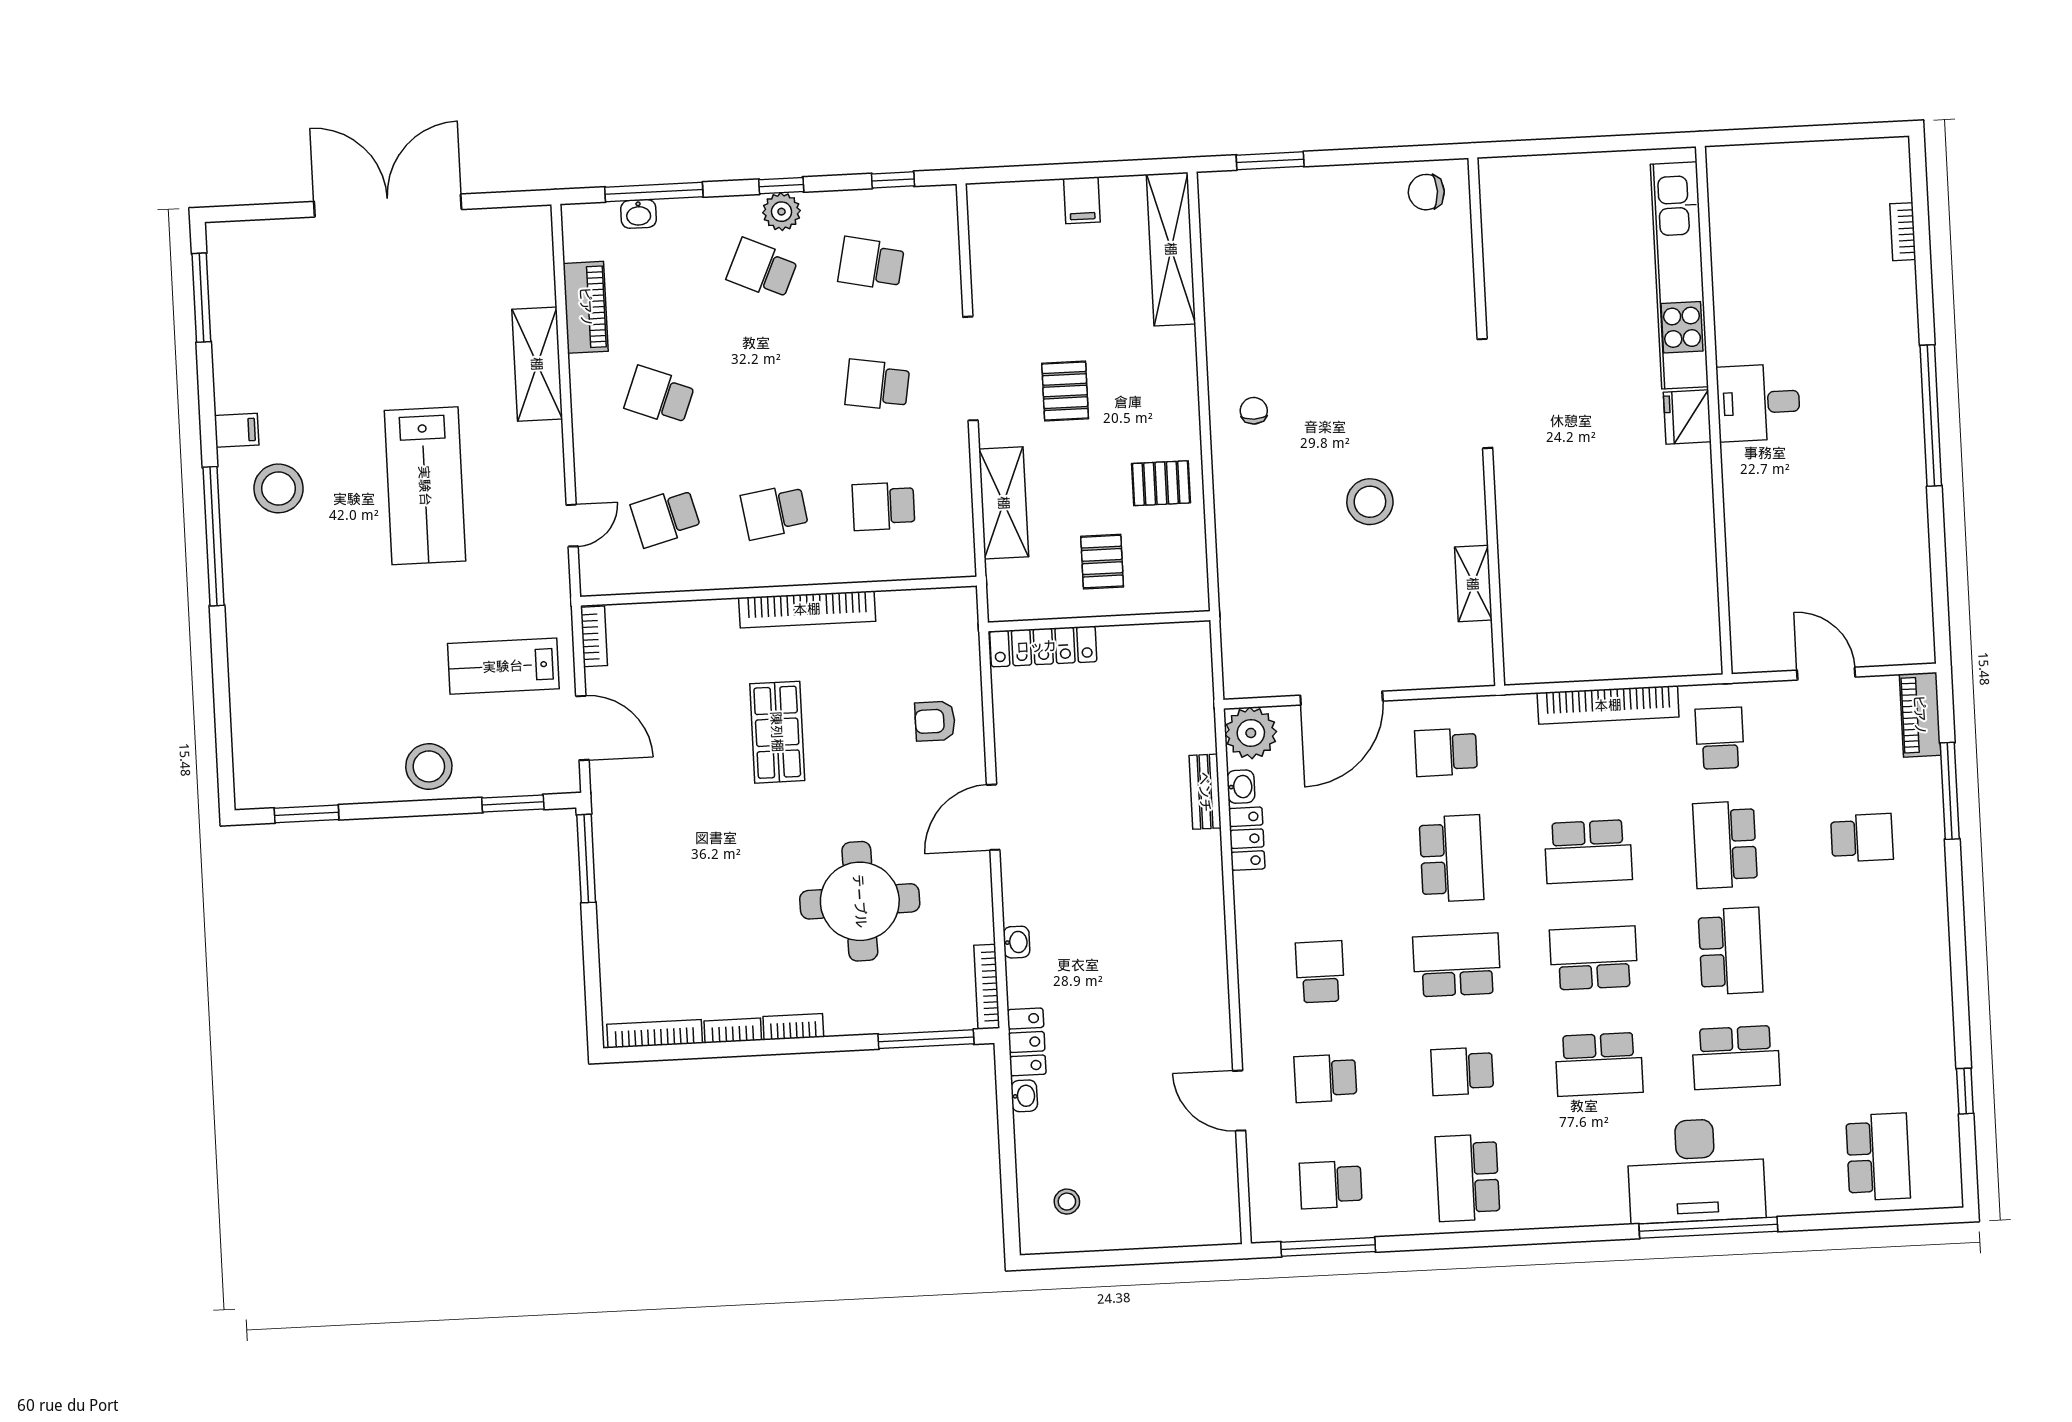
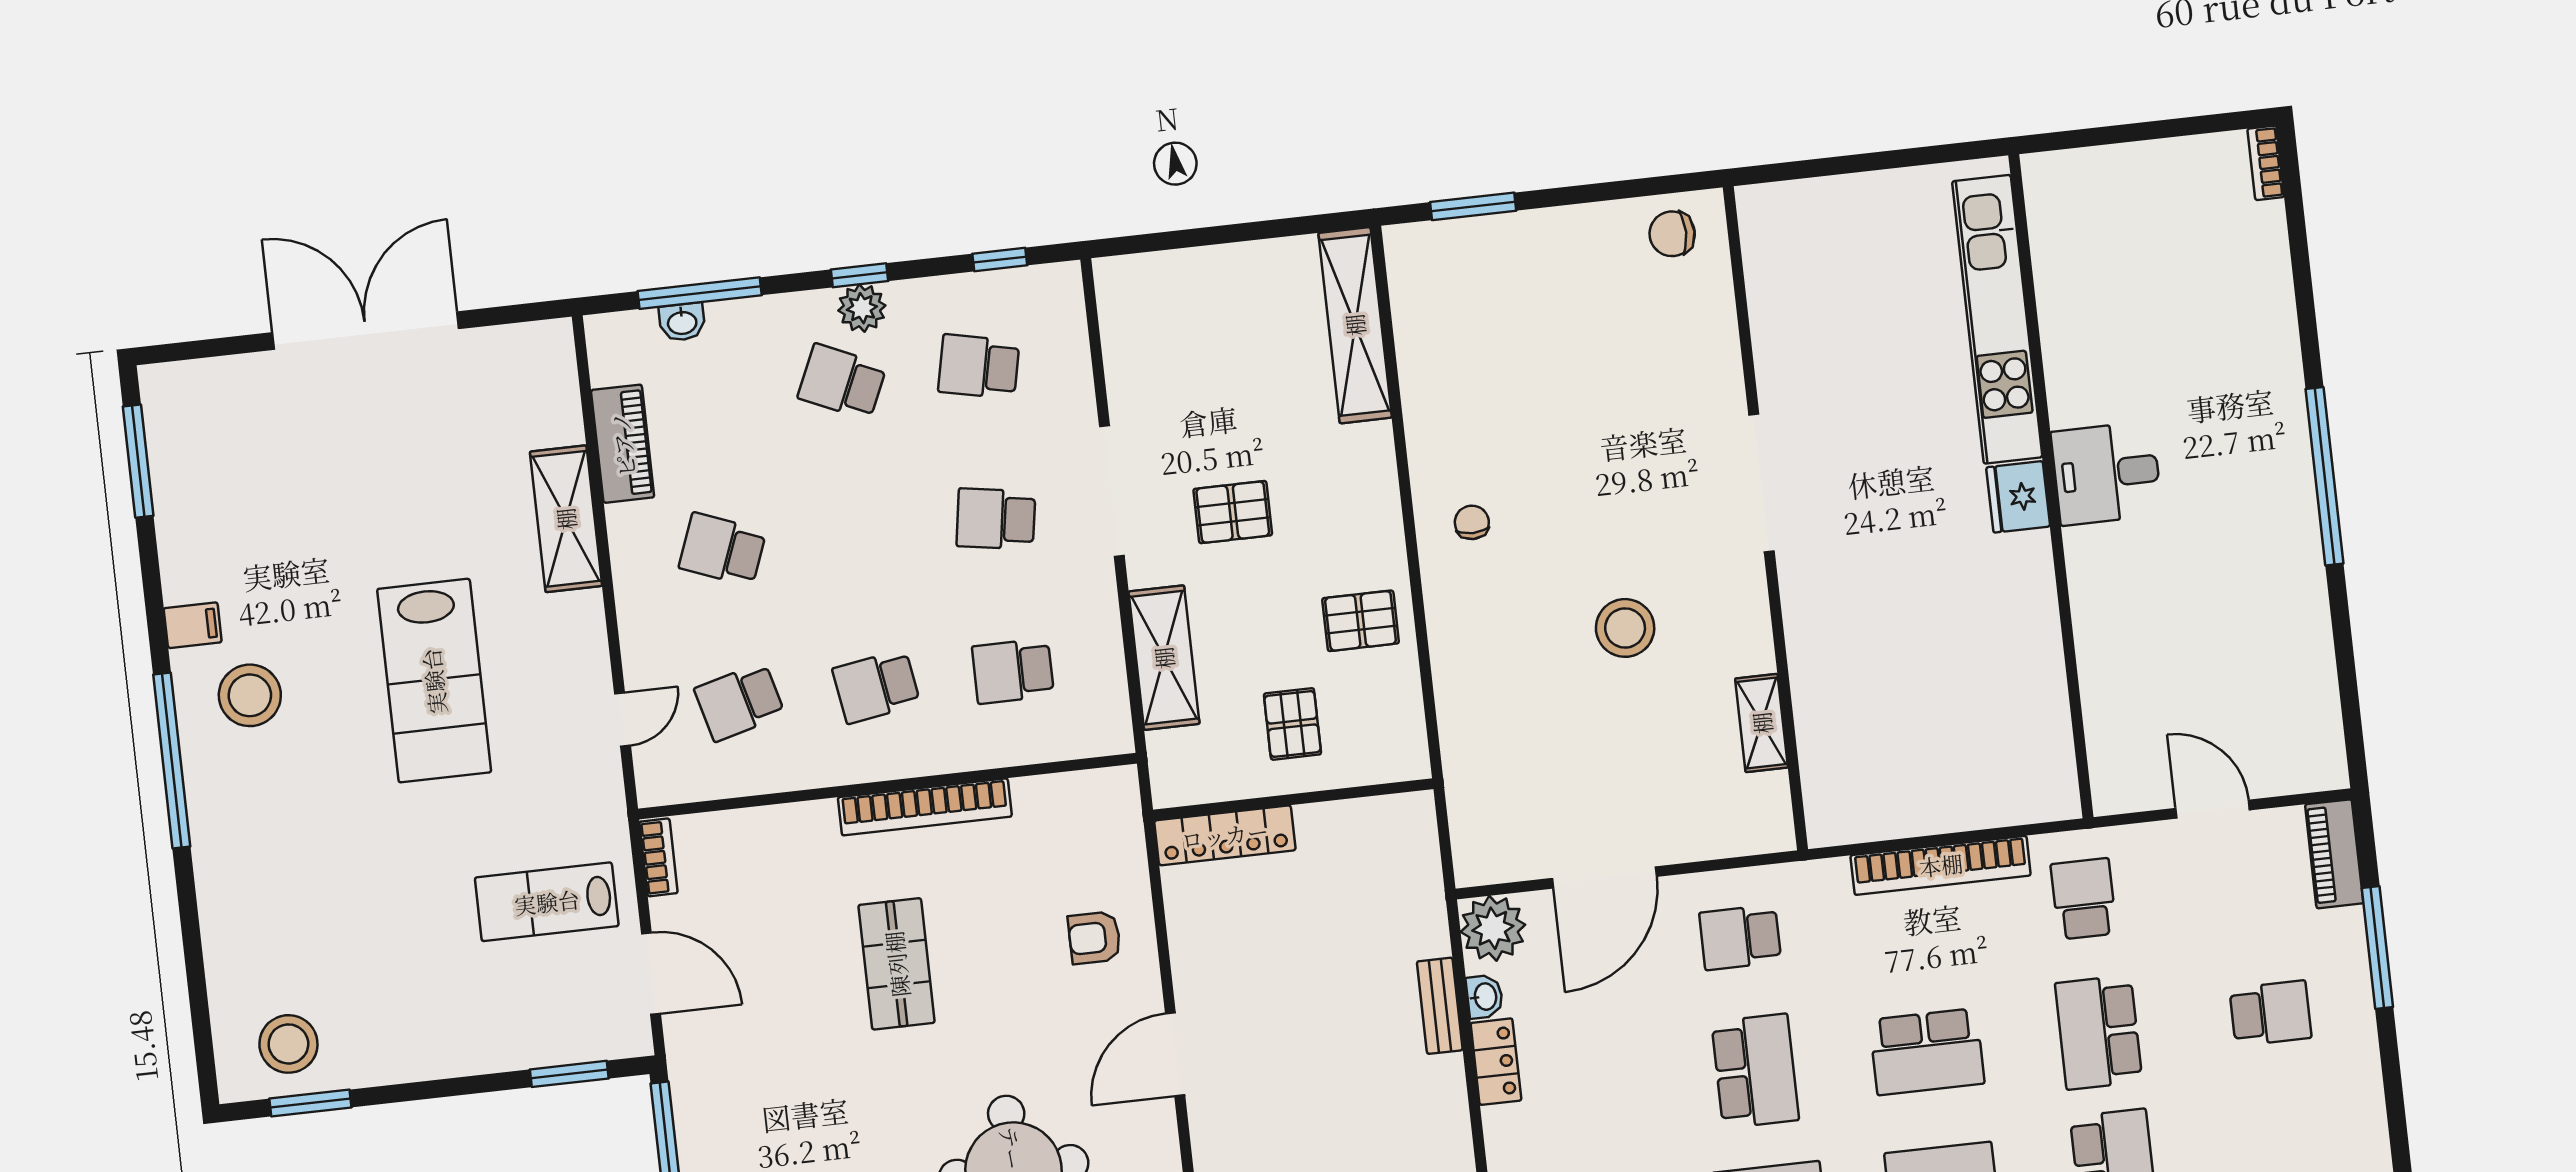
filing cabinet: (1082, 200) -> (1239, 271), removed
bookcase: (1903, 232) -> (2266, 163), moved
pallet: (1065, 391) -> (1233, 512), turned 90
stool: (429, 766) -> (288, 1044), moved

